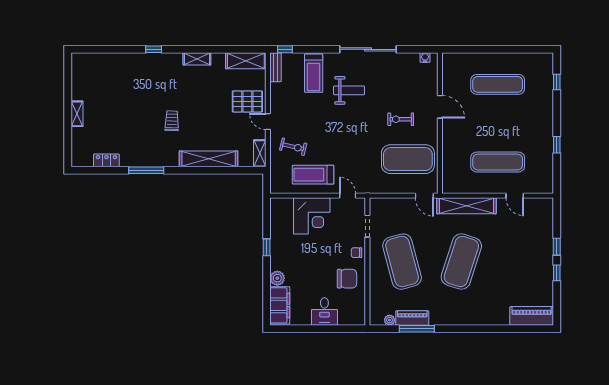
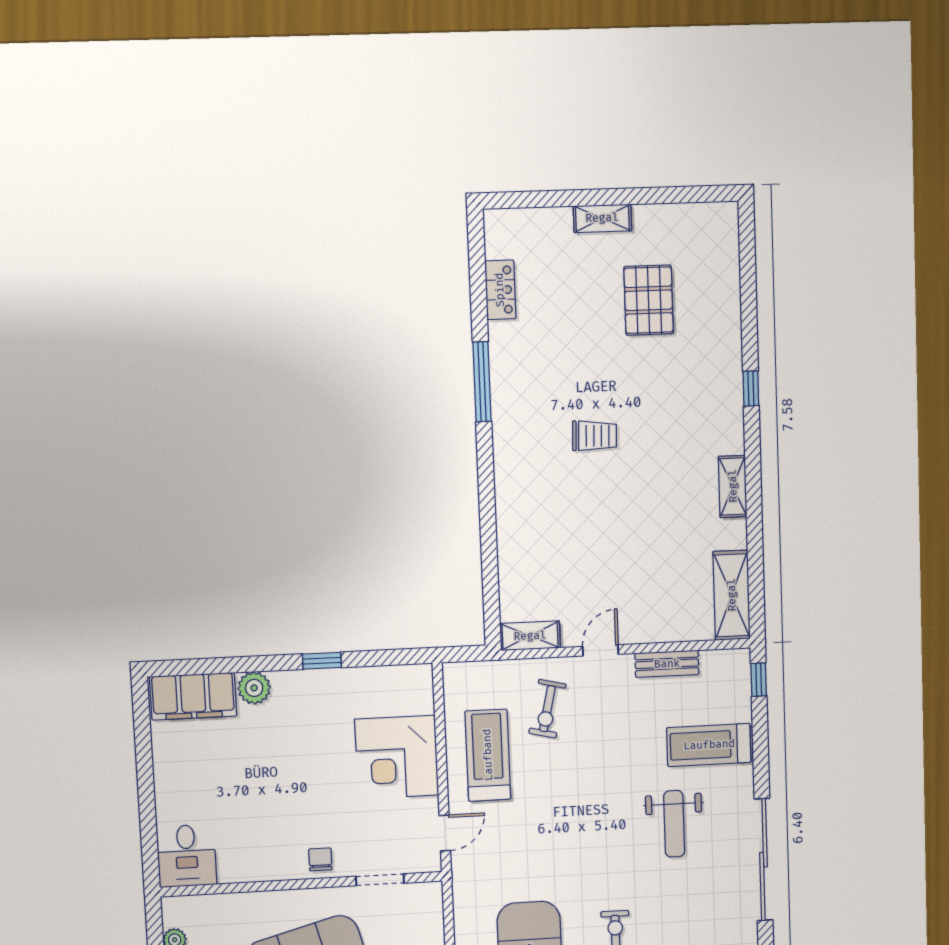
bench: (276, 67) -> (667, 664), moved
pallet: (247, 101) -> (649, 300), moved
shelving: (209, 159) -> (513, 522), removed
chair: (347, 279) -> (261, 842), removed
desk: (324, 311) -> (187, 856), moved, turned -90

